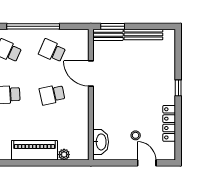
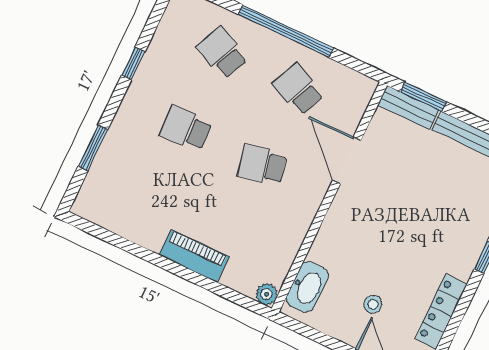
piano: (34, 150) -> (194, 256), width x0.73, depth x0.75
plant: (64, 155) -> (267, 294), moved

